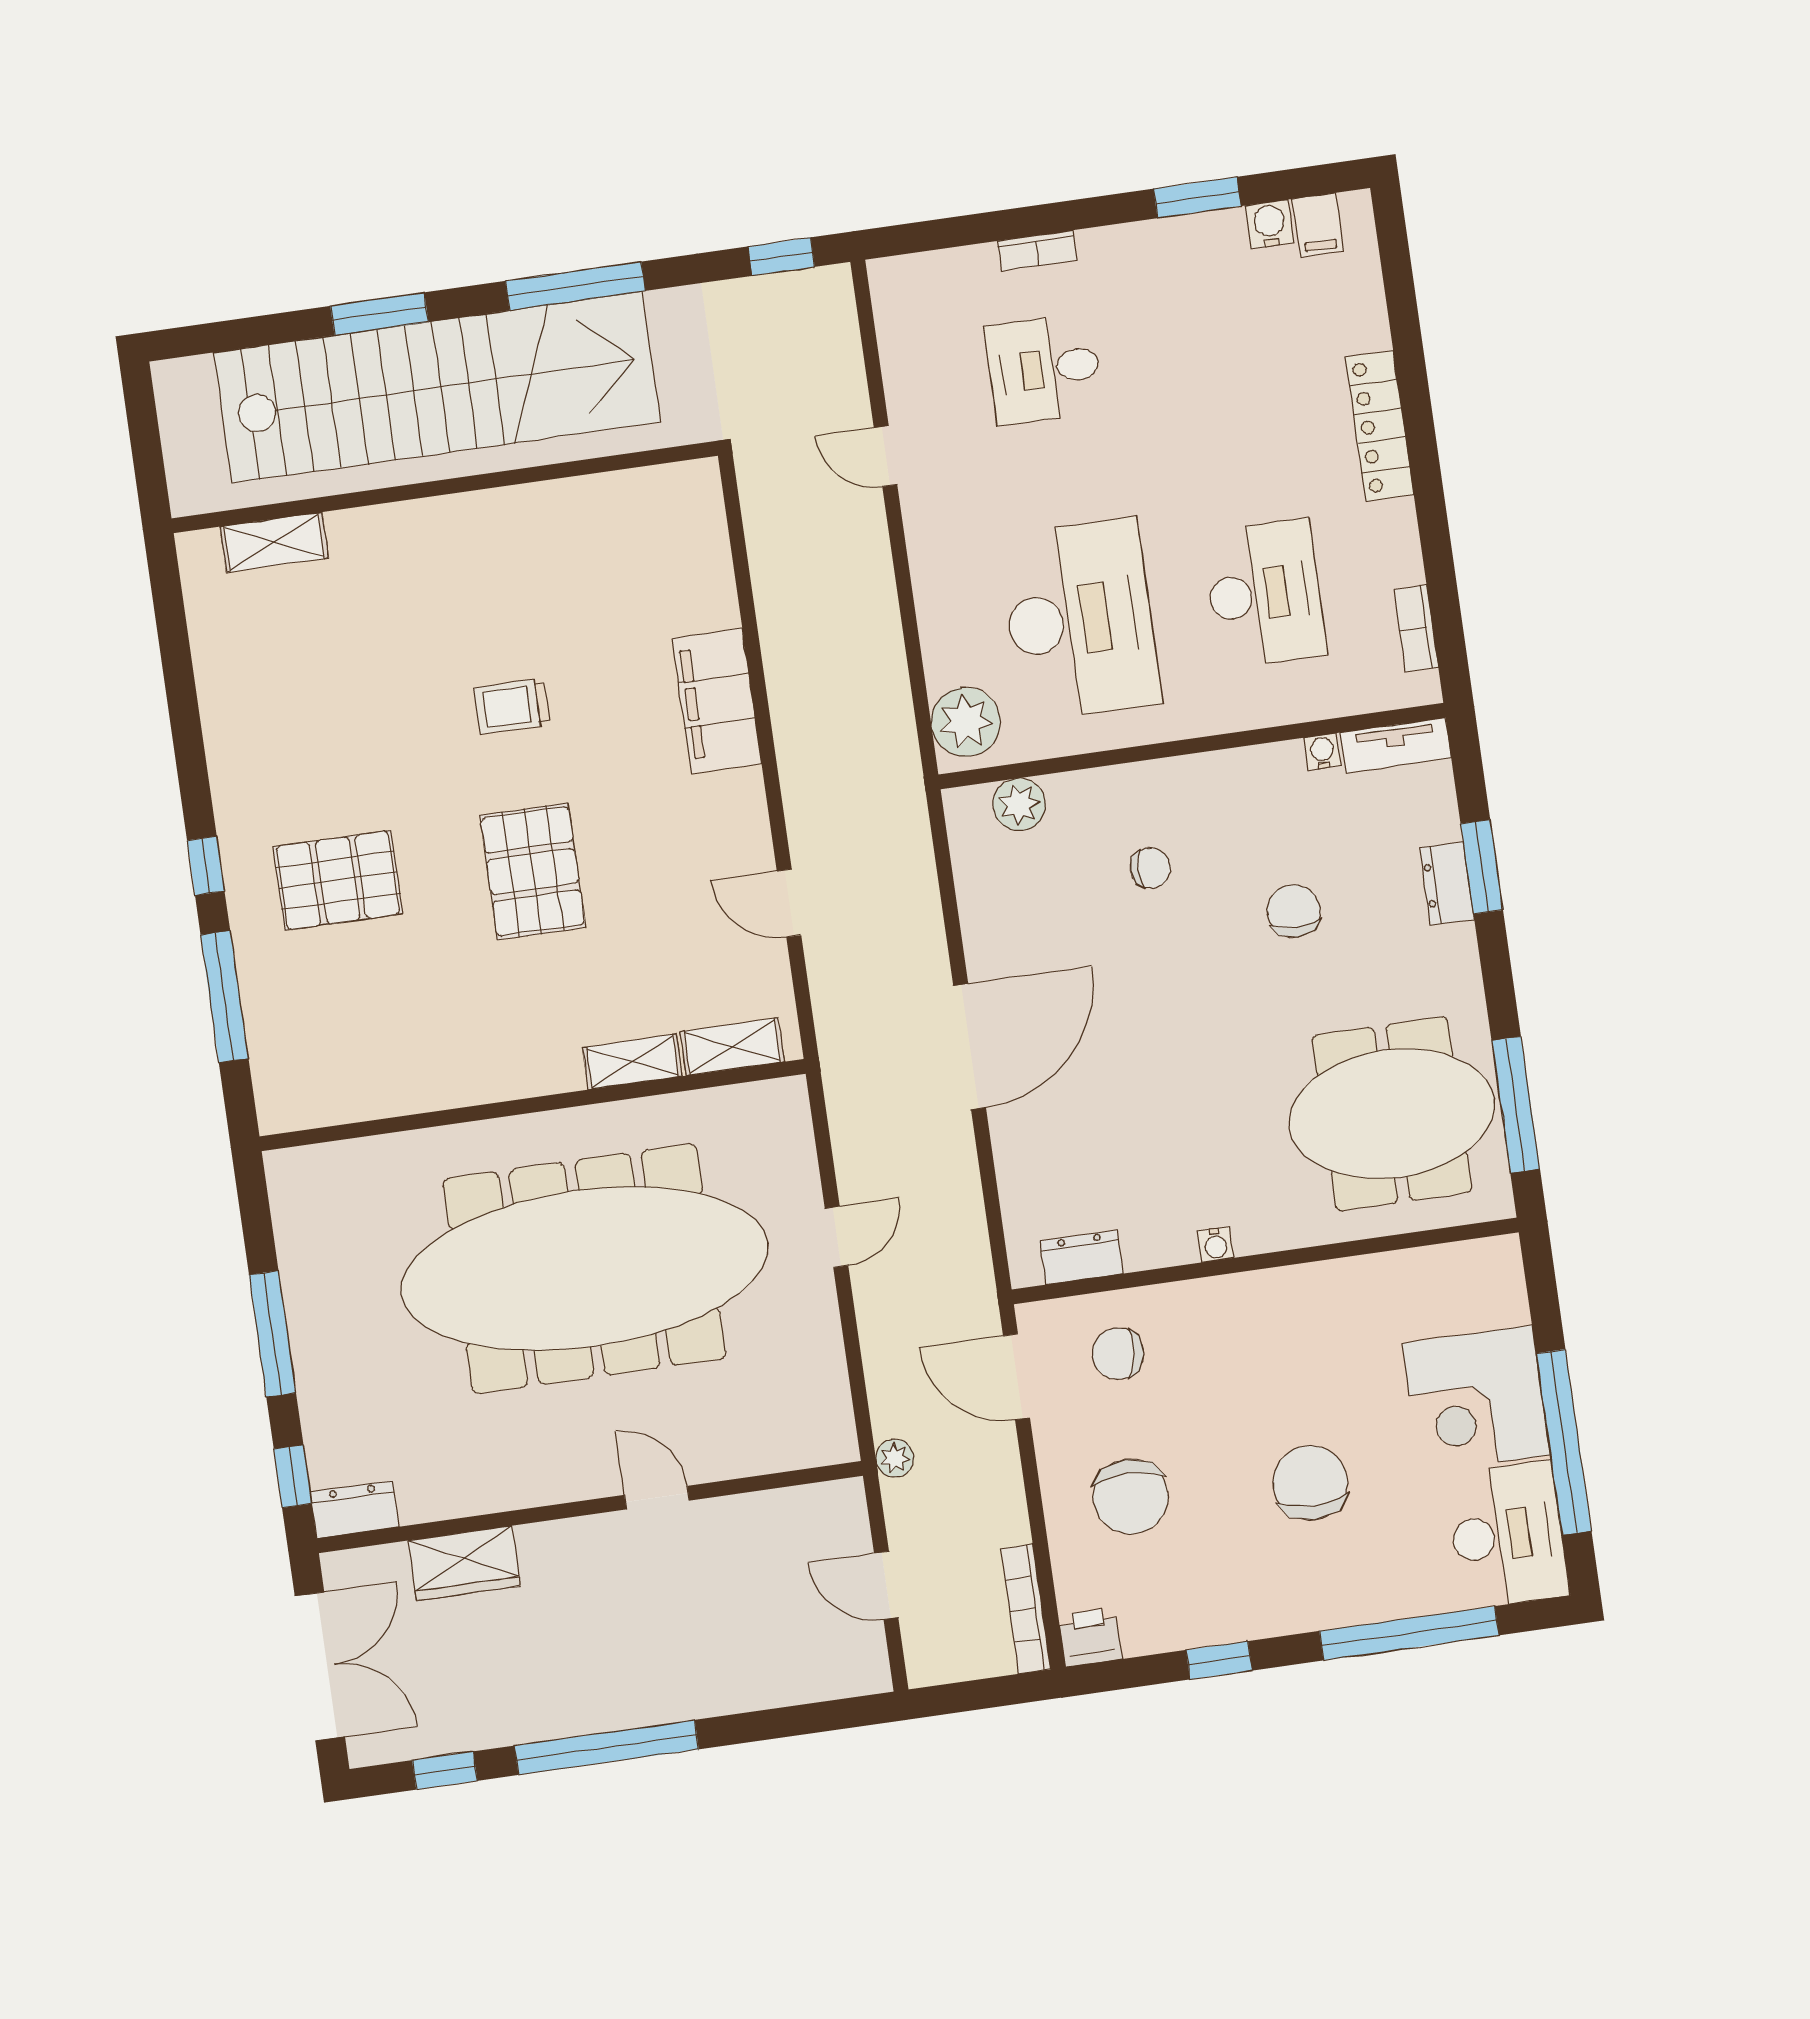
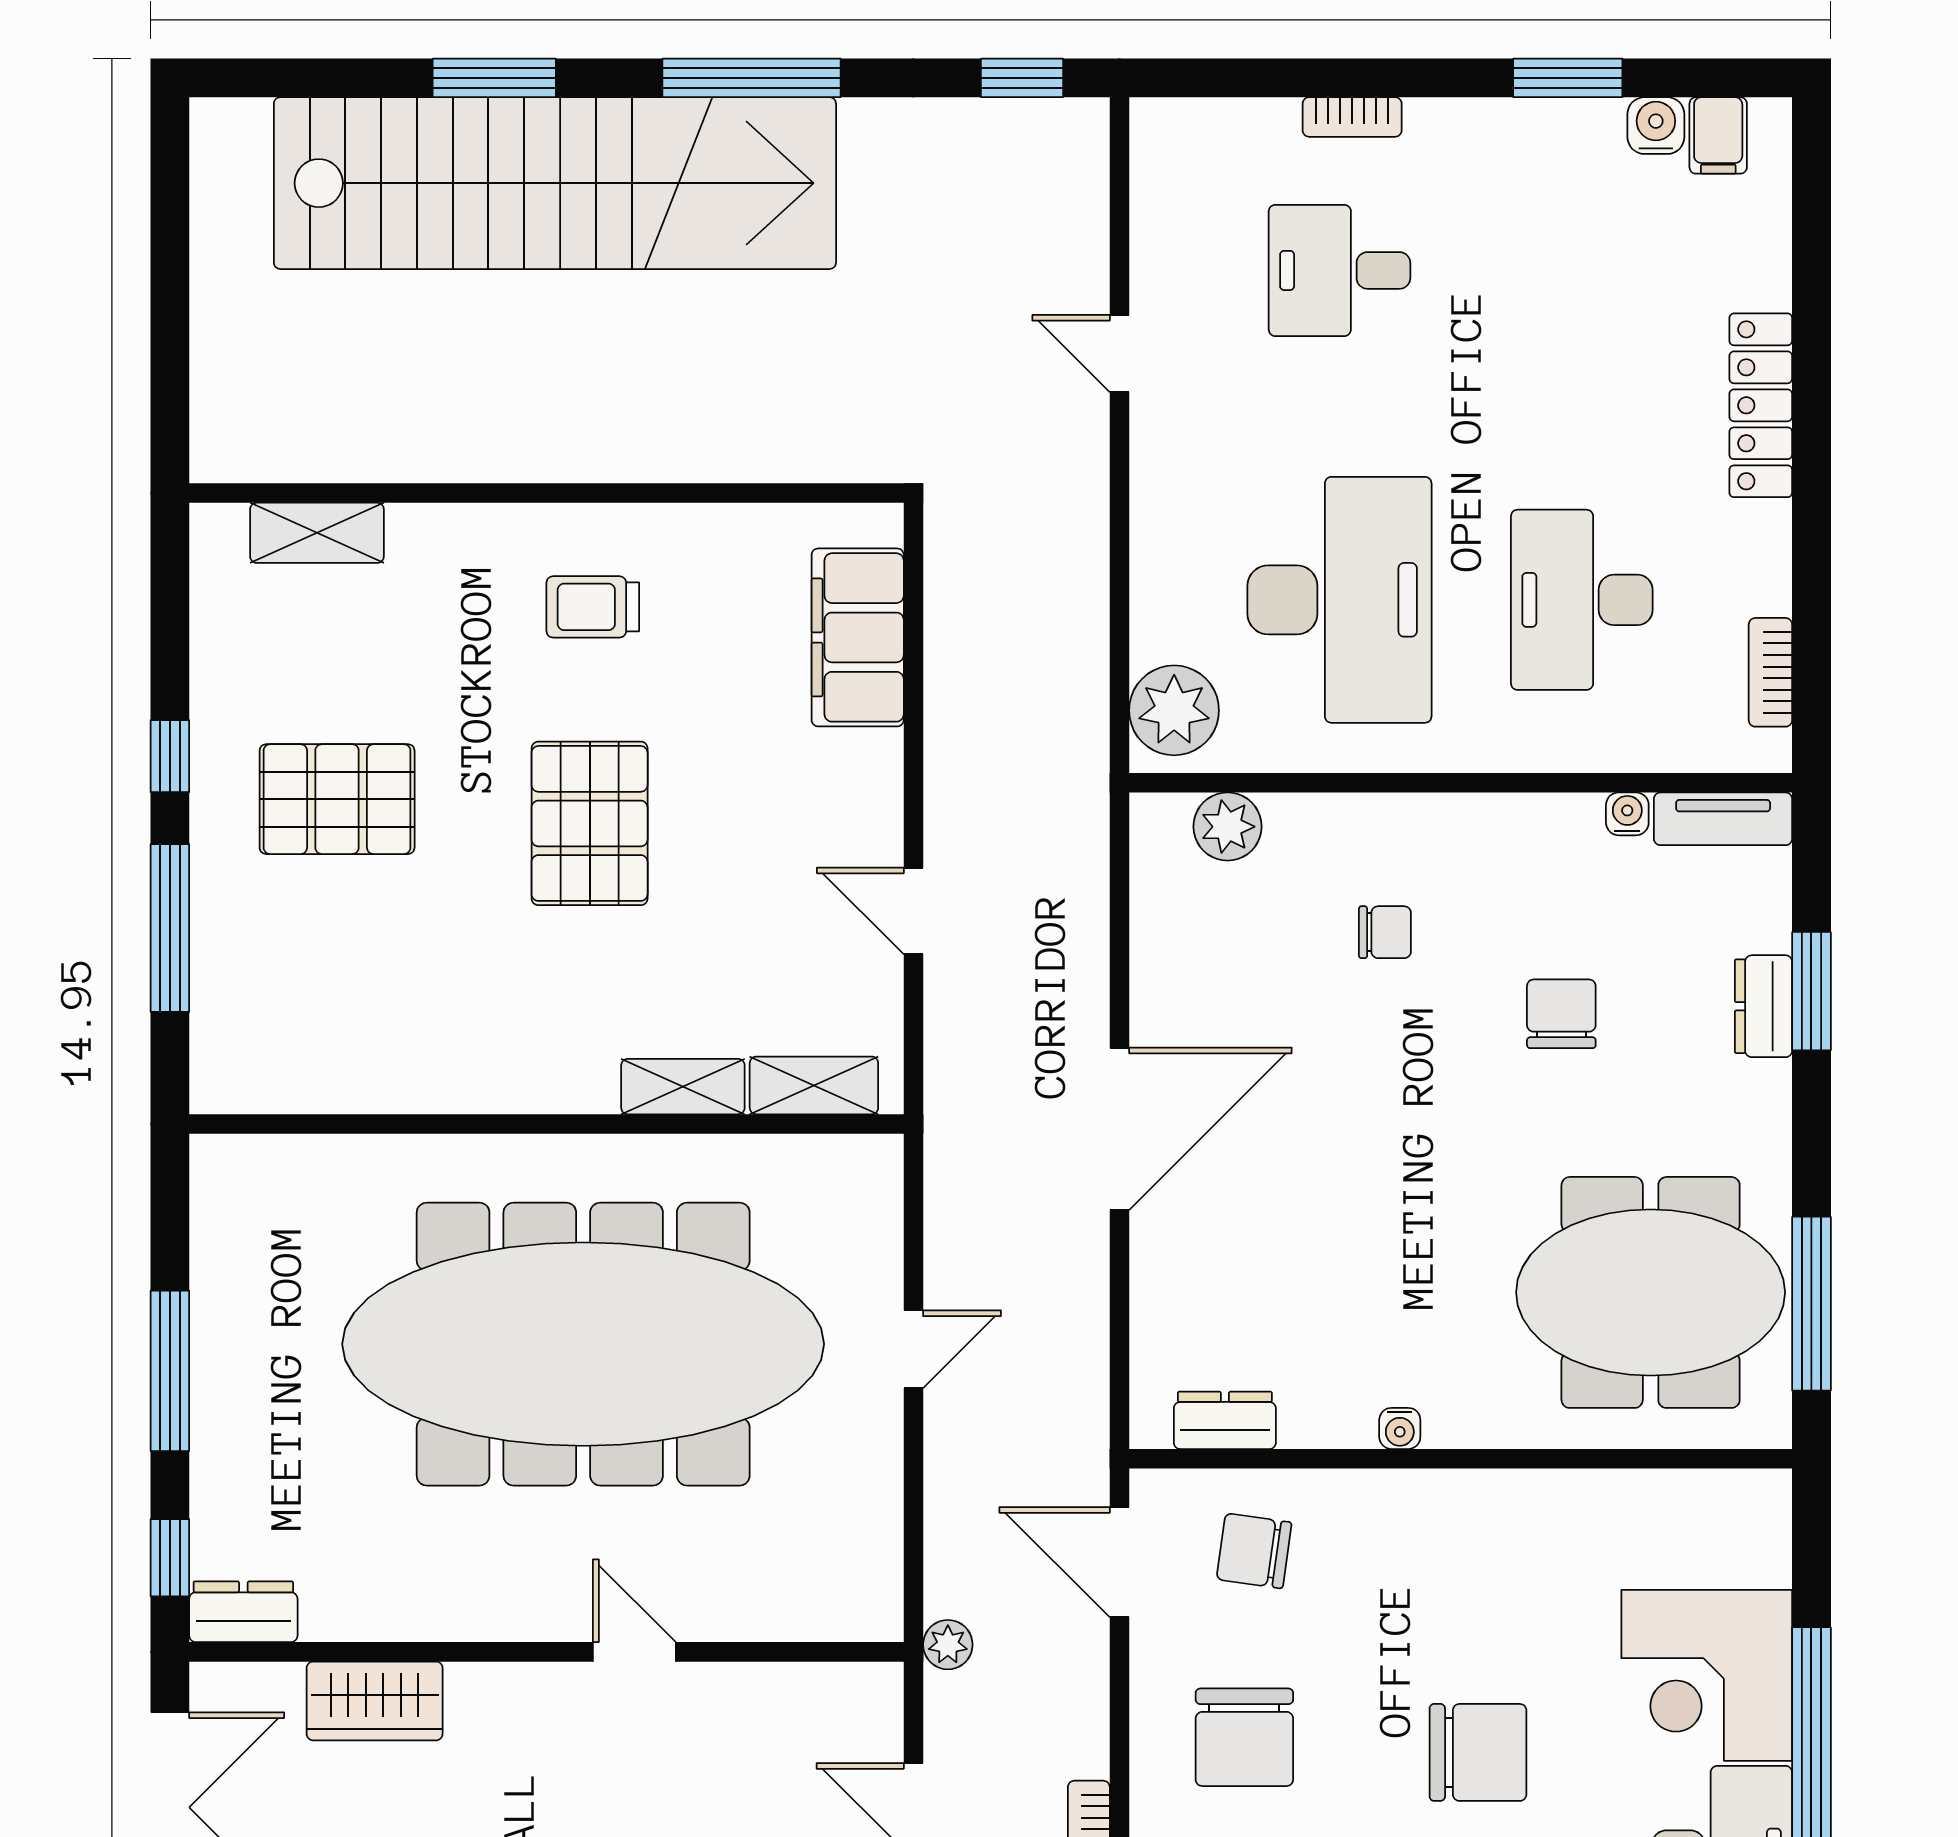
wall: (445, 487) -> (546, 493), moved
shelving: (274, 542) -> (317, 533), moved
desk: (1264, 594) -> (1582, 600), turned 180
chair: (1310, 1483) -> (1478, 1752), turned 90

